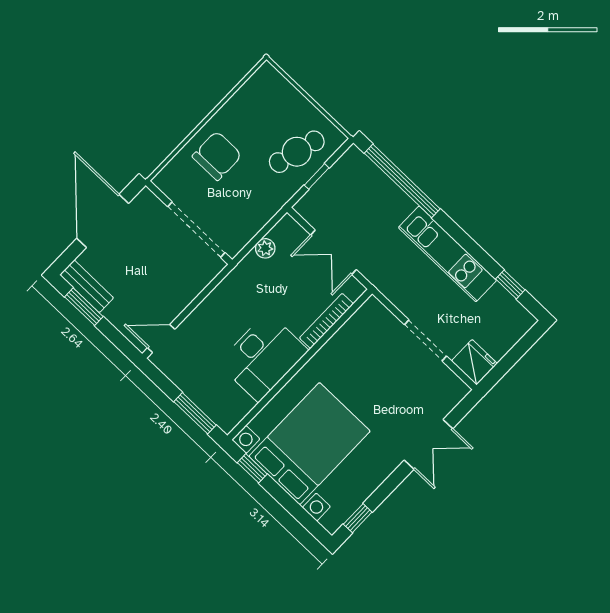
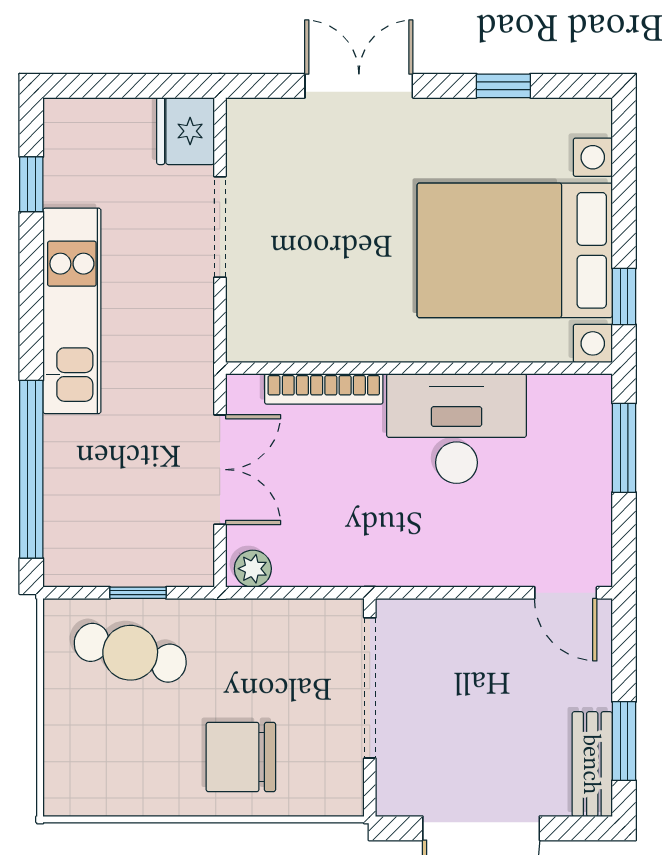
plant: (265, 248) -> (253, 569), moved
window: (358, 518) -> (503, 86), moved

